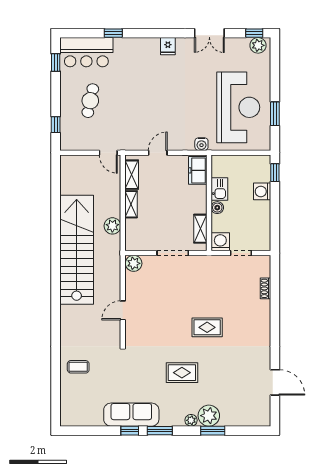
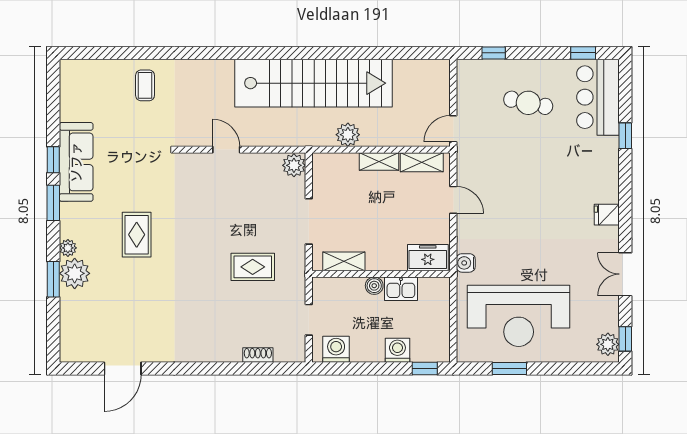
washing machine: (220, 242) -> (336, 349), moved, turned -90
rug: (207, 327) -> (253, 267), moved, turned 90

